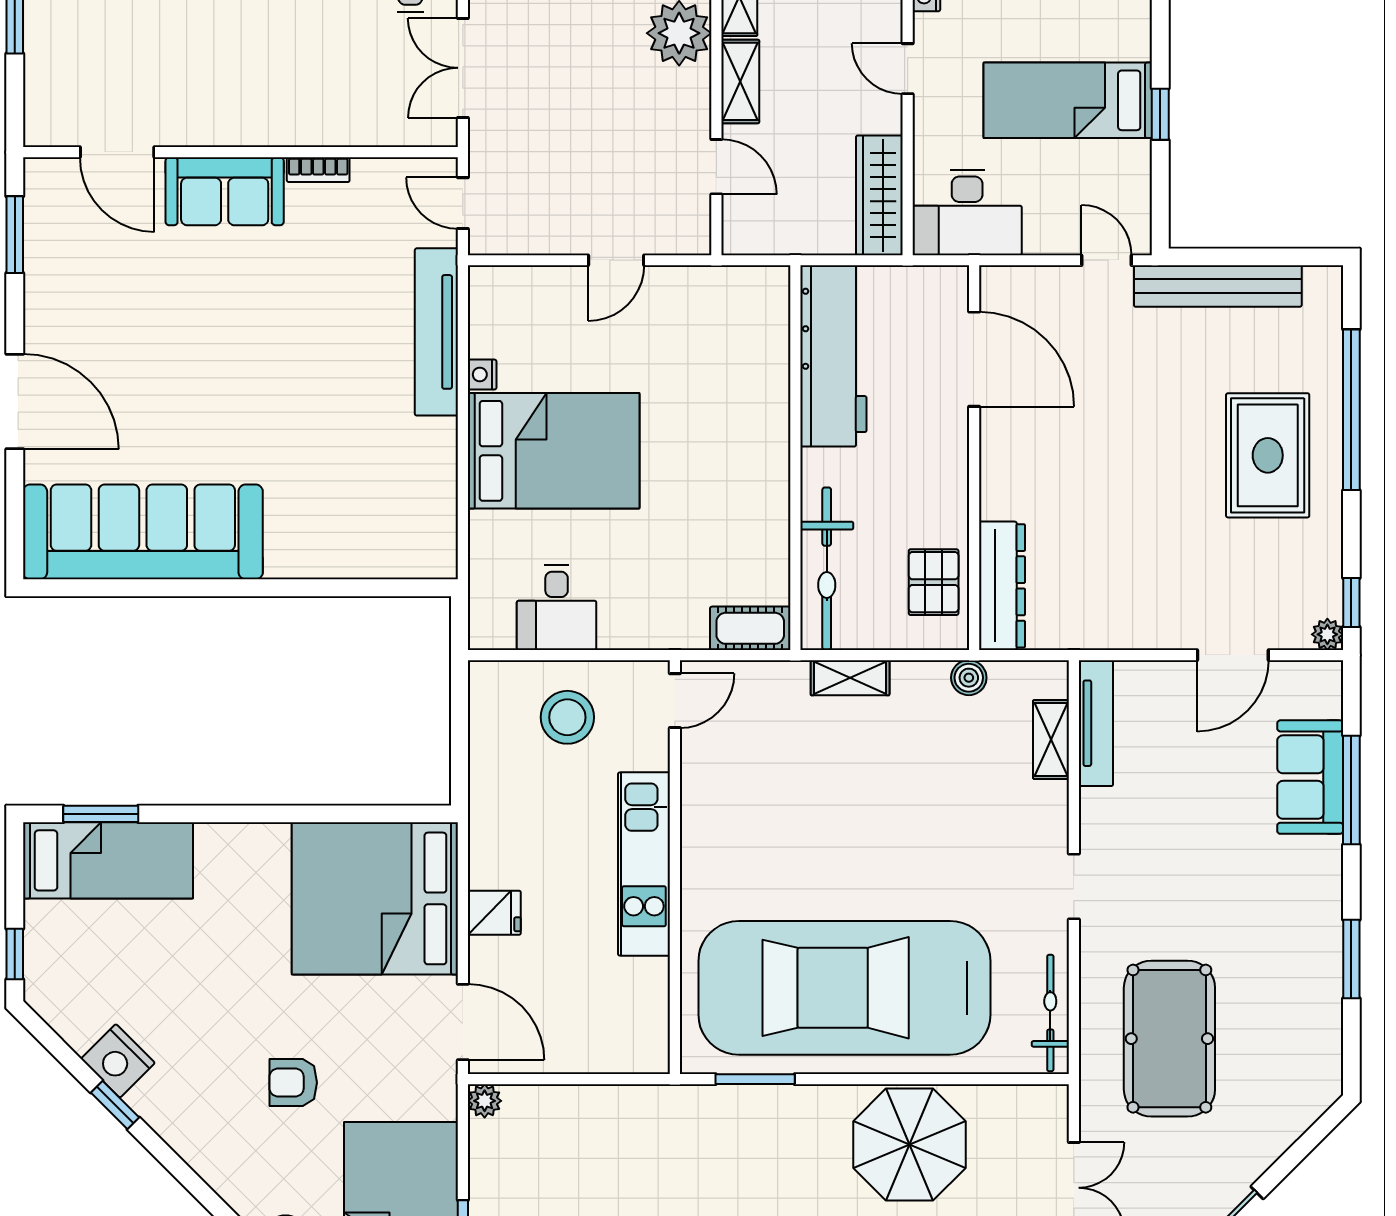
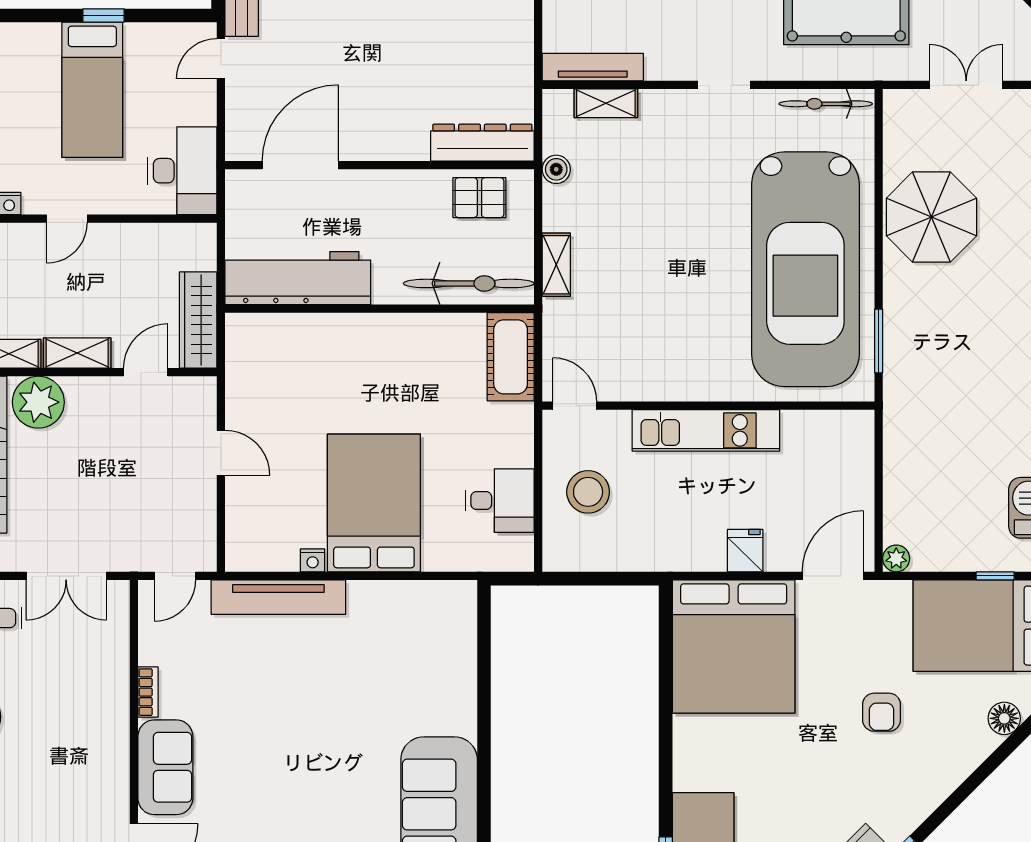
wardrobe: (879, 195) -> (198, 320), moved, turned 90
cot: (750, 628) -> (511, 357), width x1.37, depth x1.34

